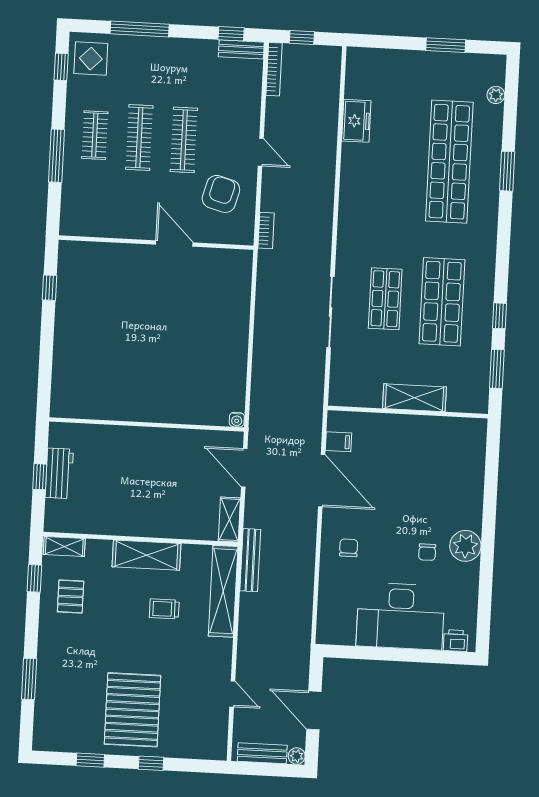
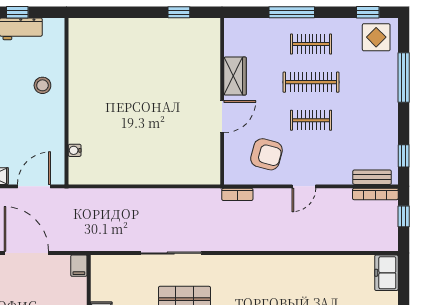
bench: (241, 49) -> (372, 177), moved, turned 90
freezer: (356, 121) -> (386, 273), moved, turned 90
clothes rail: (184, 140) -> (311, 120), width x0.73
wardrobe: (128, 226) -> (235, 76), added
water cooler: (237, 420) -> (75, 150), moved
filing cabinet: (338, 442) -> (79, 266), moved
stool: (127, 452) -> (42, 85), added
door: (322, 481) -> (26, 253), swing flipped

